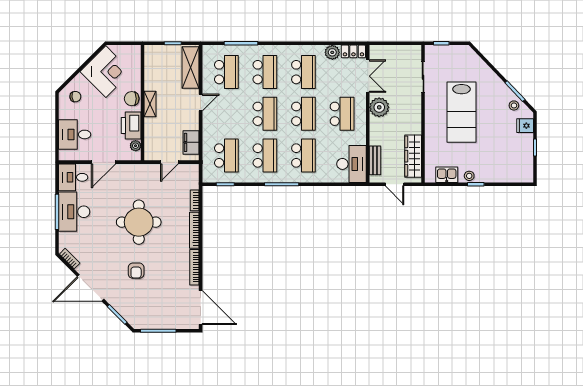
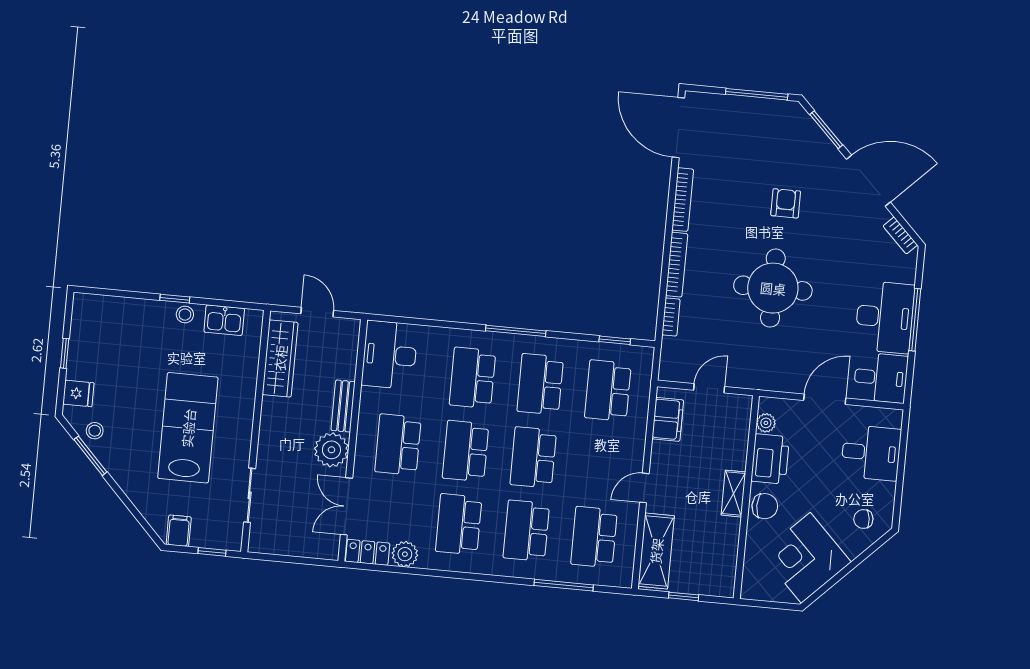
filing cabinet: (461, 54) -> (179, 531), added
bench: (375, 160) -> (343, 406), moved

